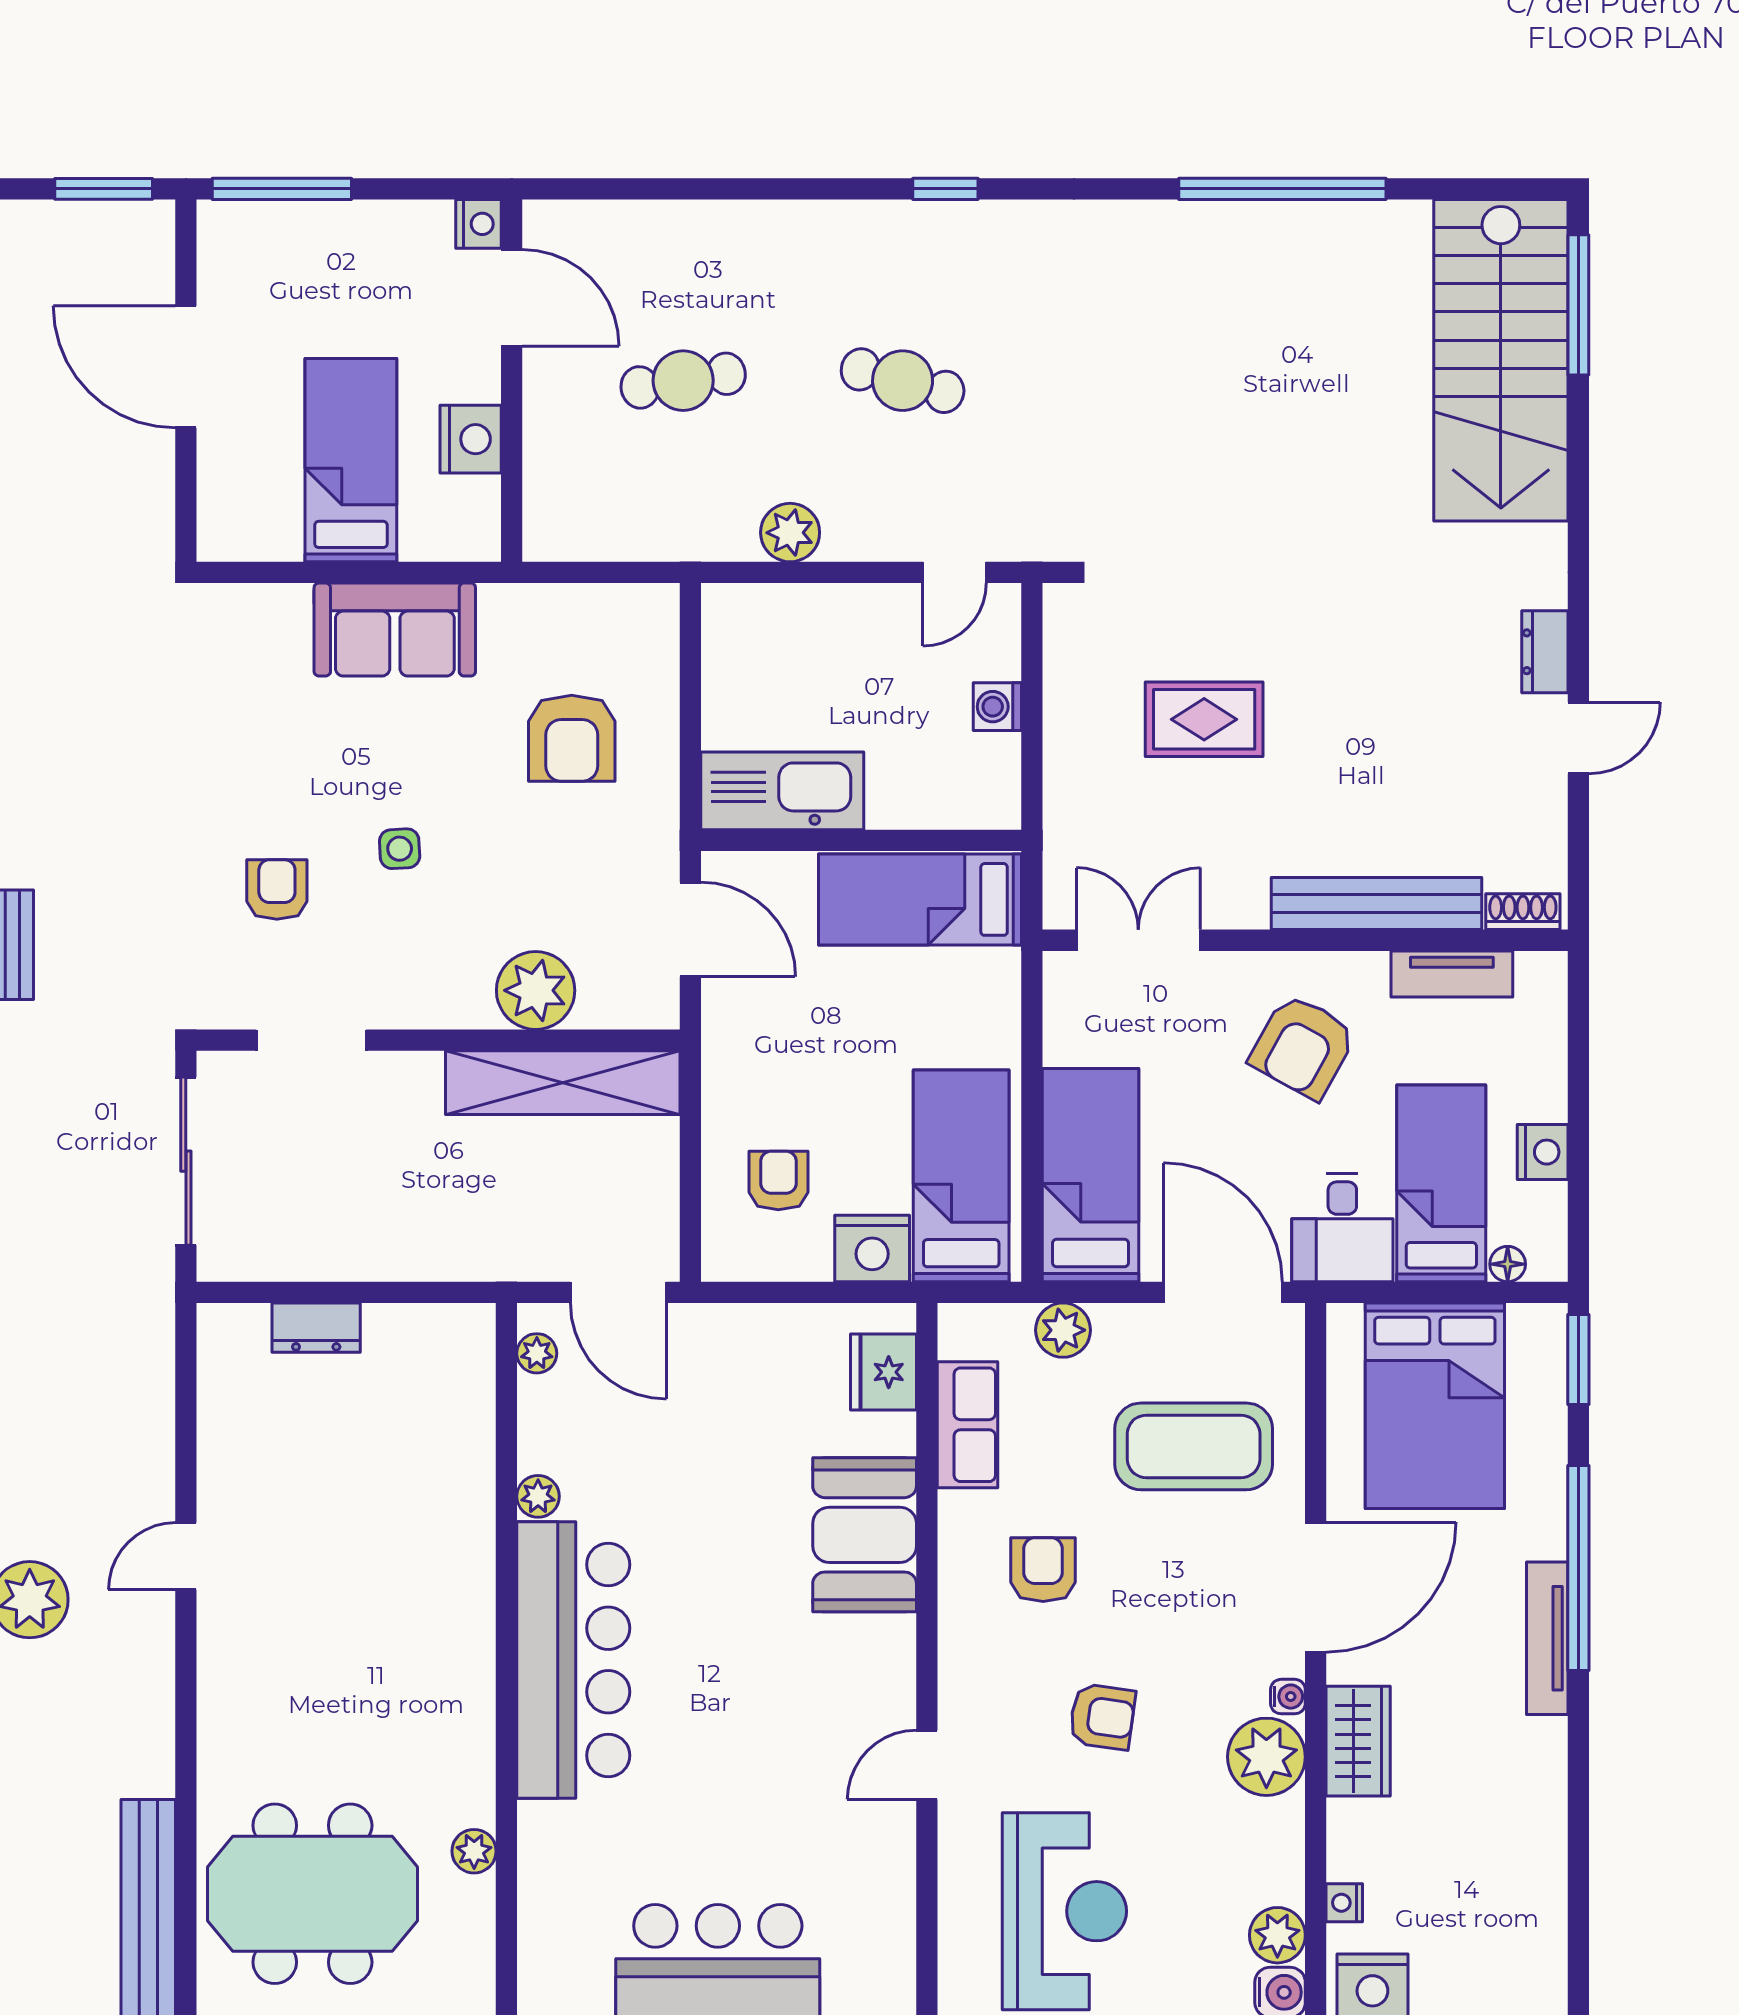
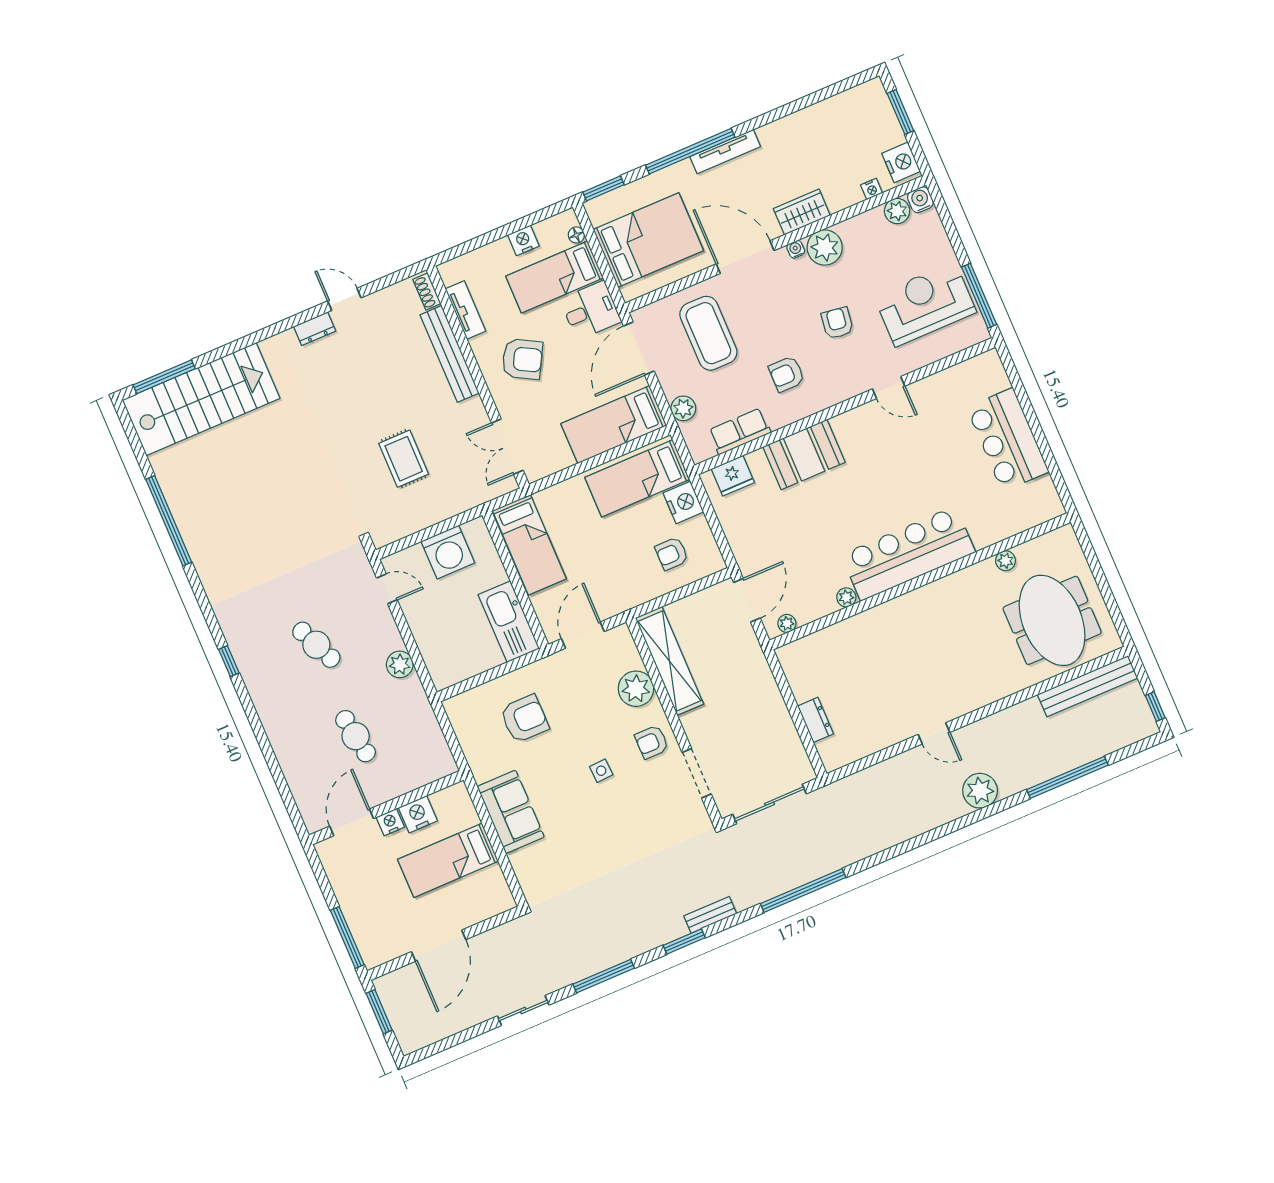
nightstand: (479, 224) -> (390, 822), moved
cafe table: (903, 381) -> (316, 645), turned -39
washing machine: (997, 707) -> (448, 552), width x1.89, depth x1.89
armchair: (277, 890) -> (652, 742), moved

